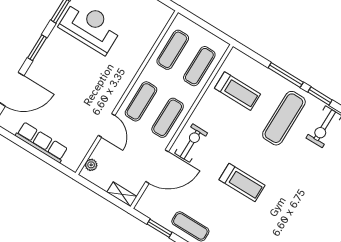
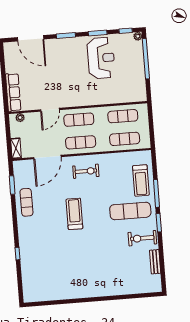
treadmill: (238, 91) -> (141, 180), moved
row of seats: (42, 142) -> (13, 92), moved
exercise bike: (191, 143) -> (86, 171), moved
door: (157, 167) -> (47, 157), hinge flipped
treadmill: (242, 182) -> (74, 214), turned 180

